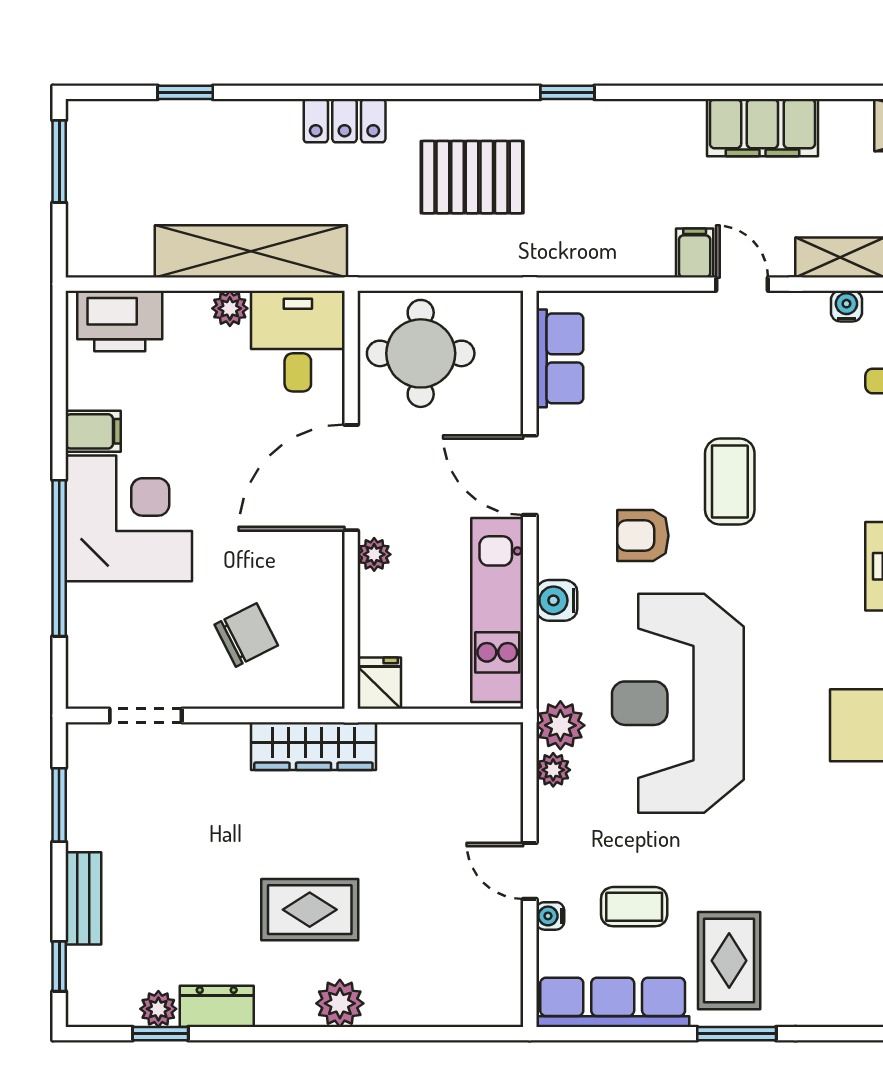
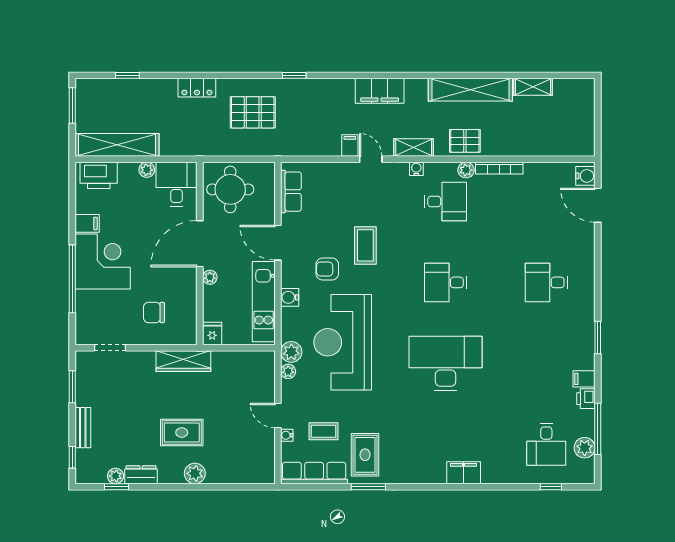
shelving: (251, 251) -> (117, 145), moved
chair: (246, 635) -> (154, 312), turned -153

